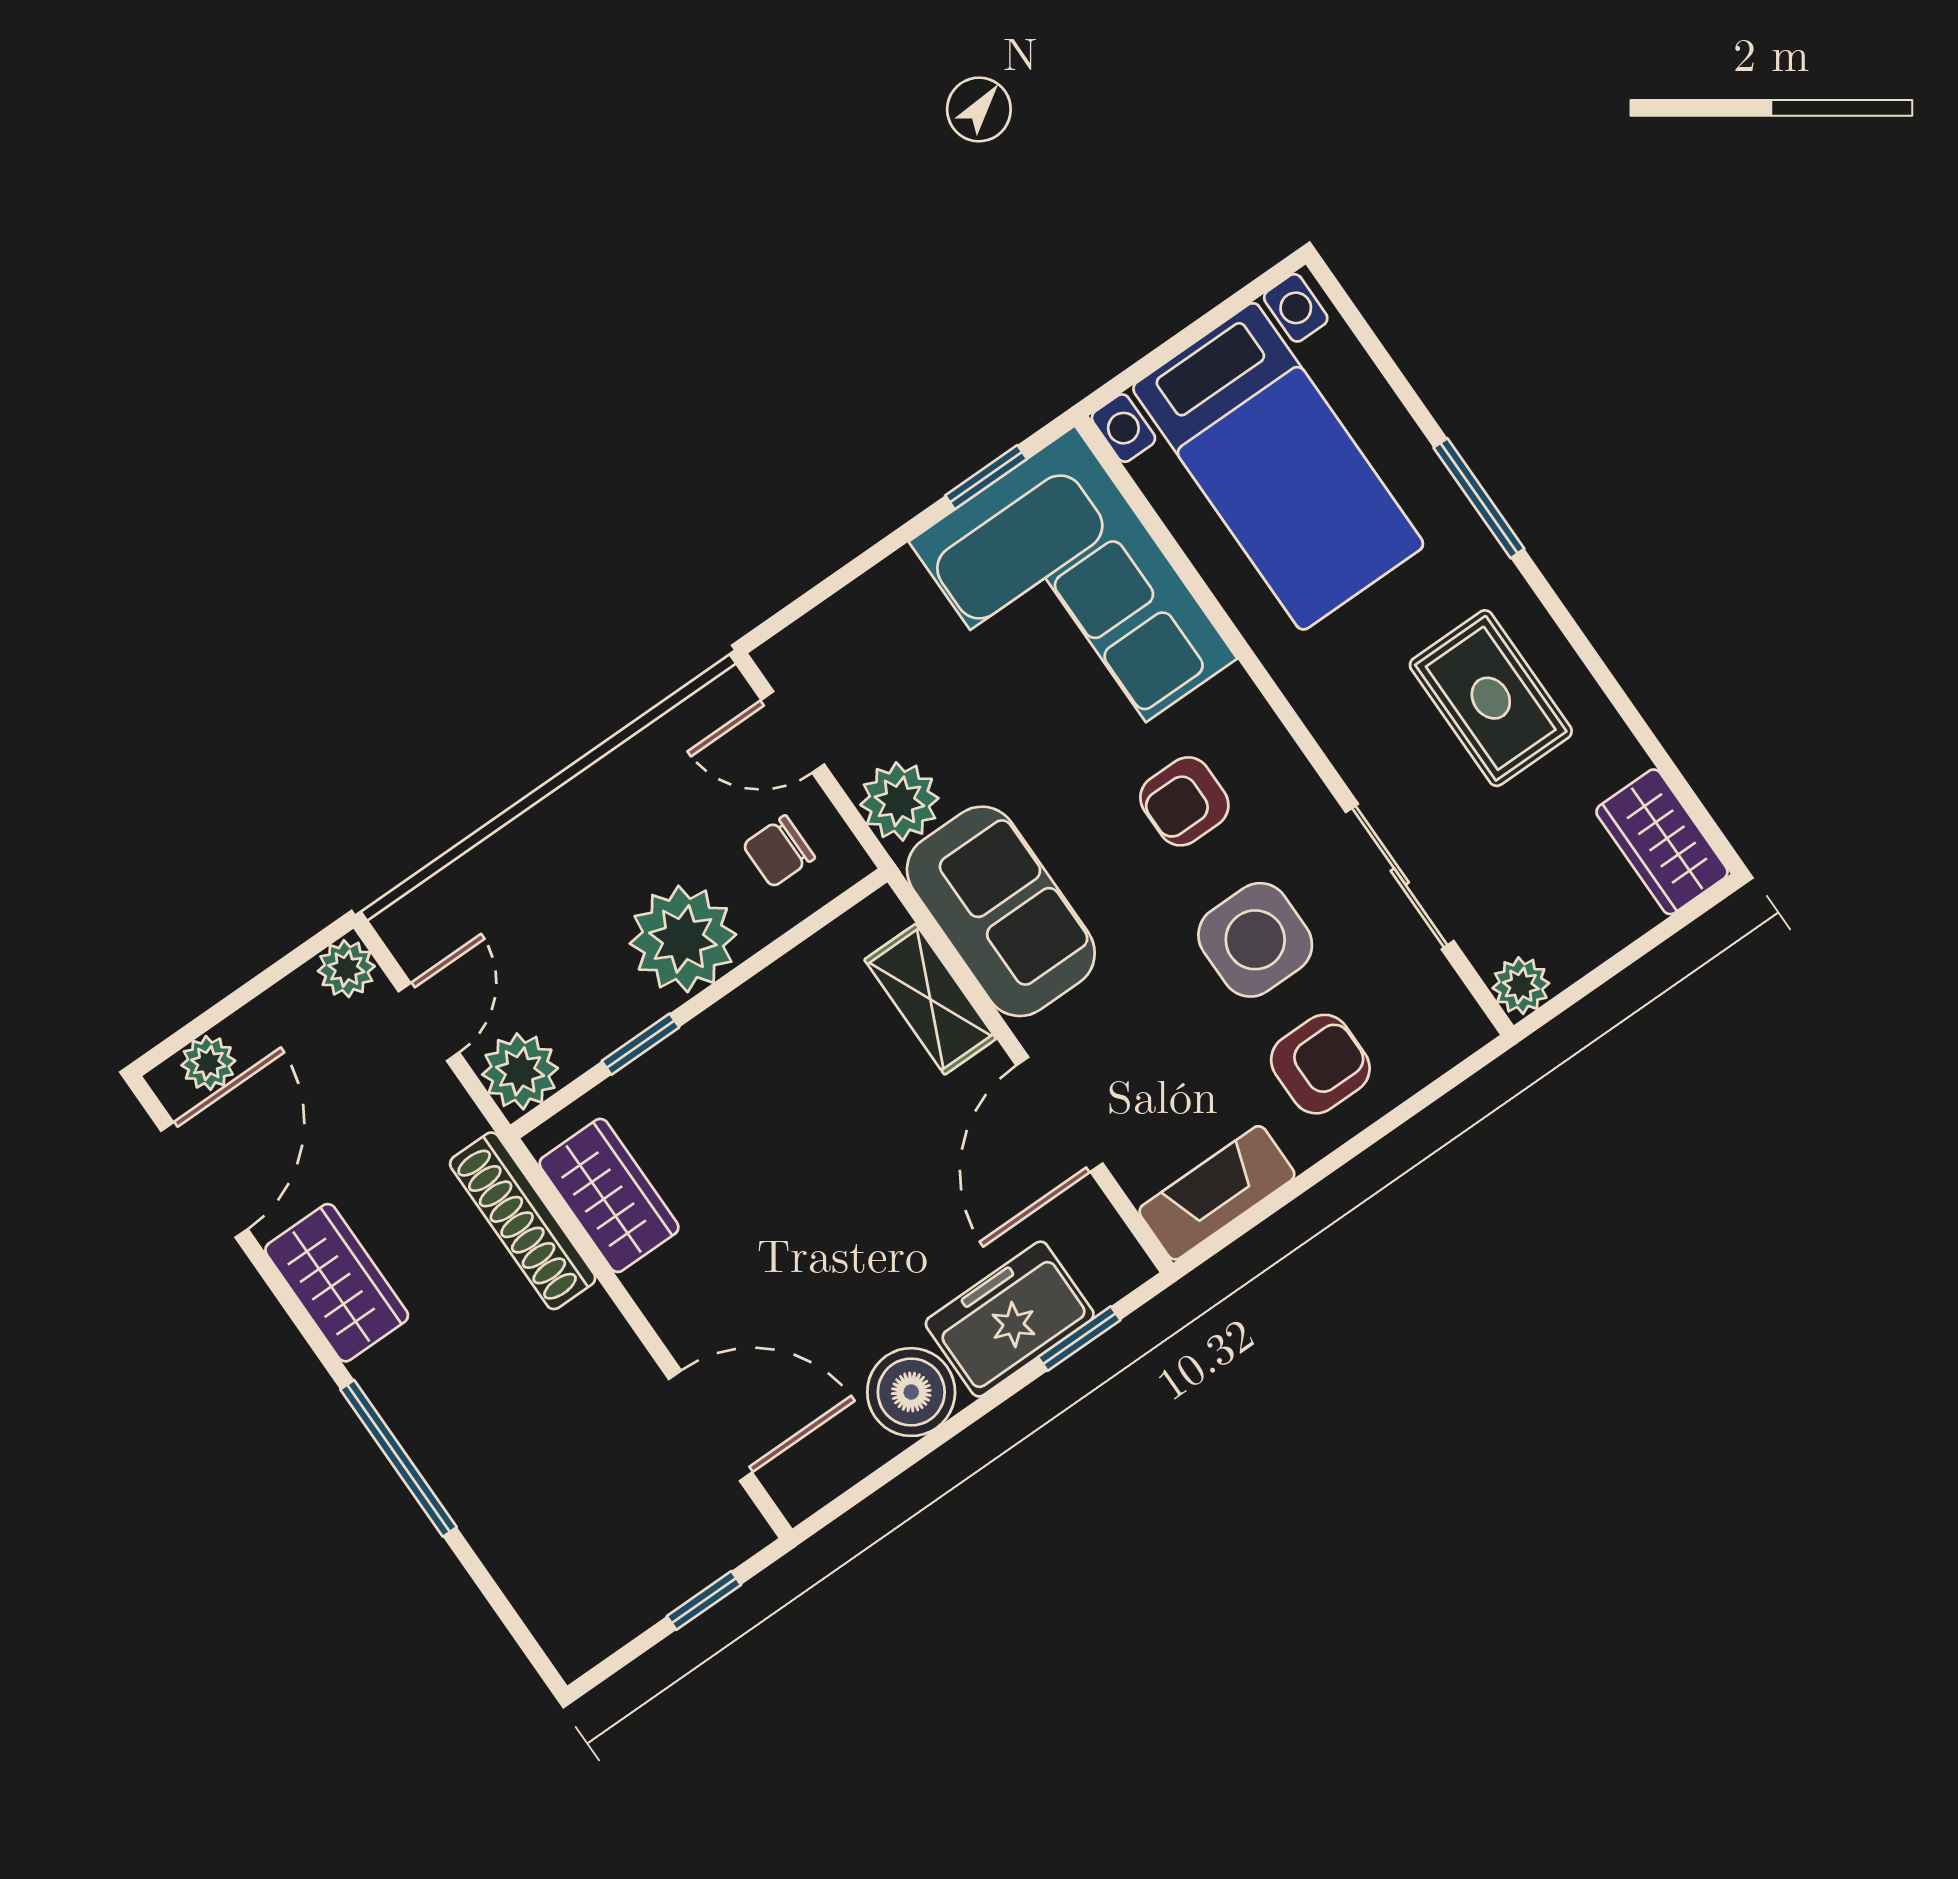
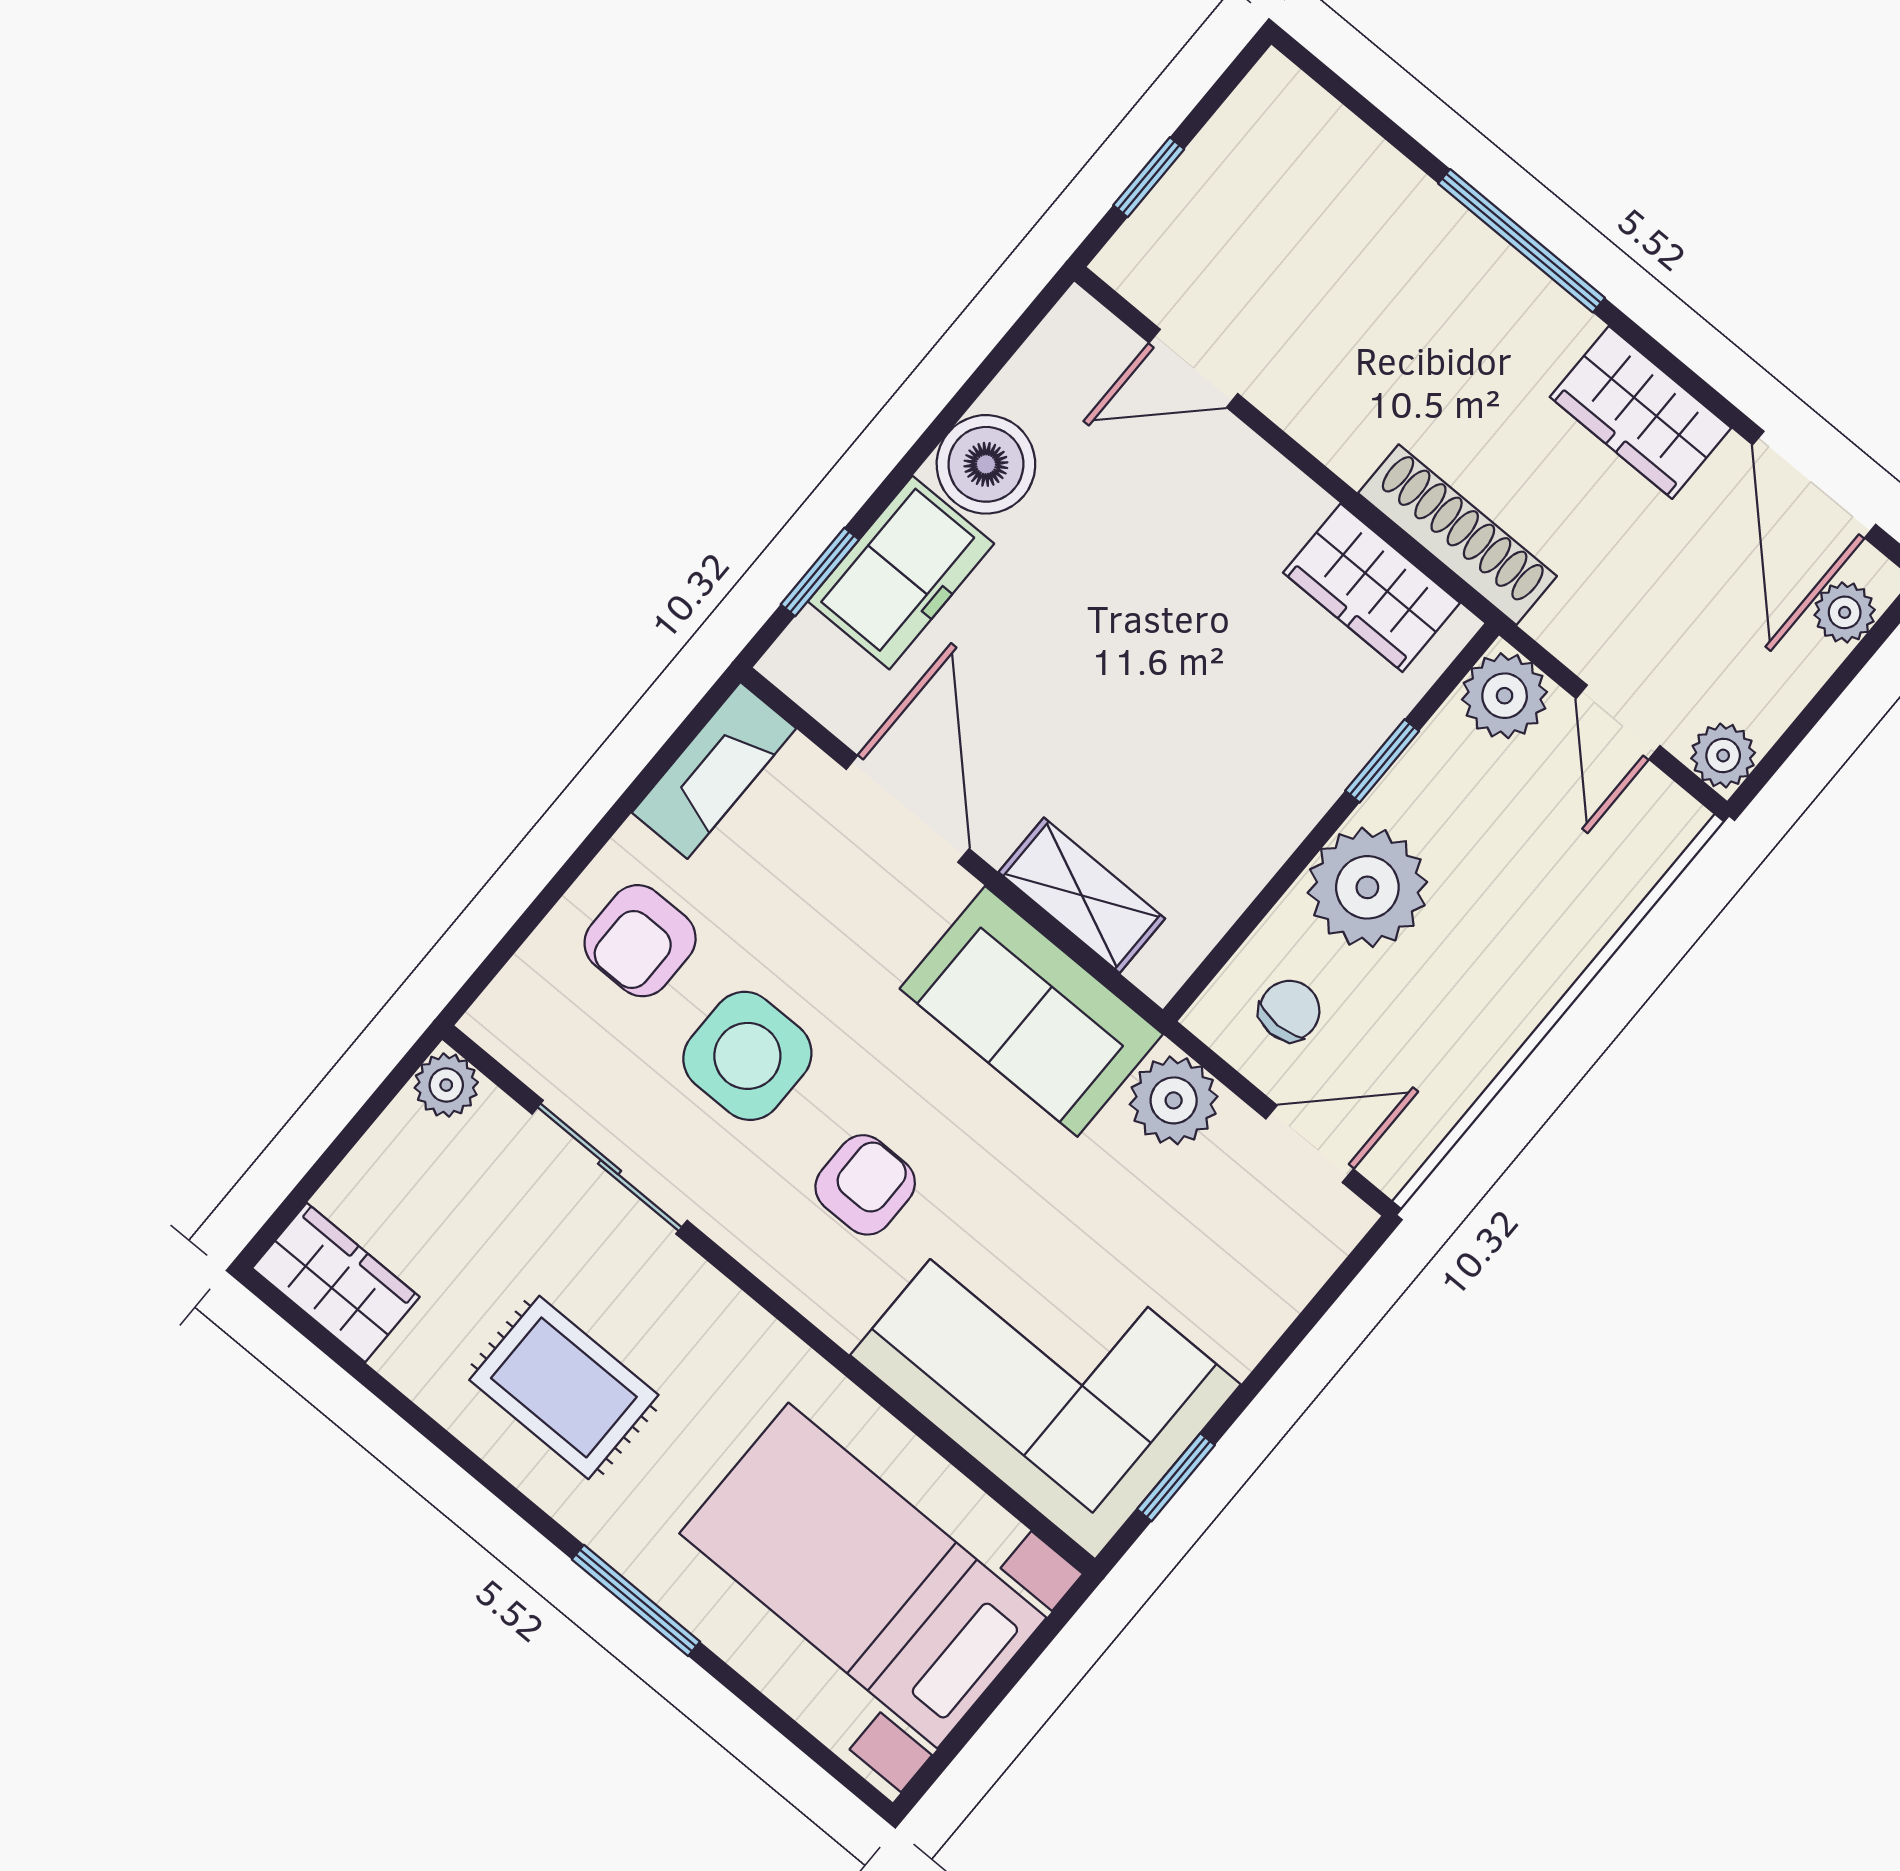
door: (710, 1426) -> (1193, 368), width x0.73

